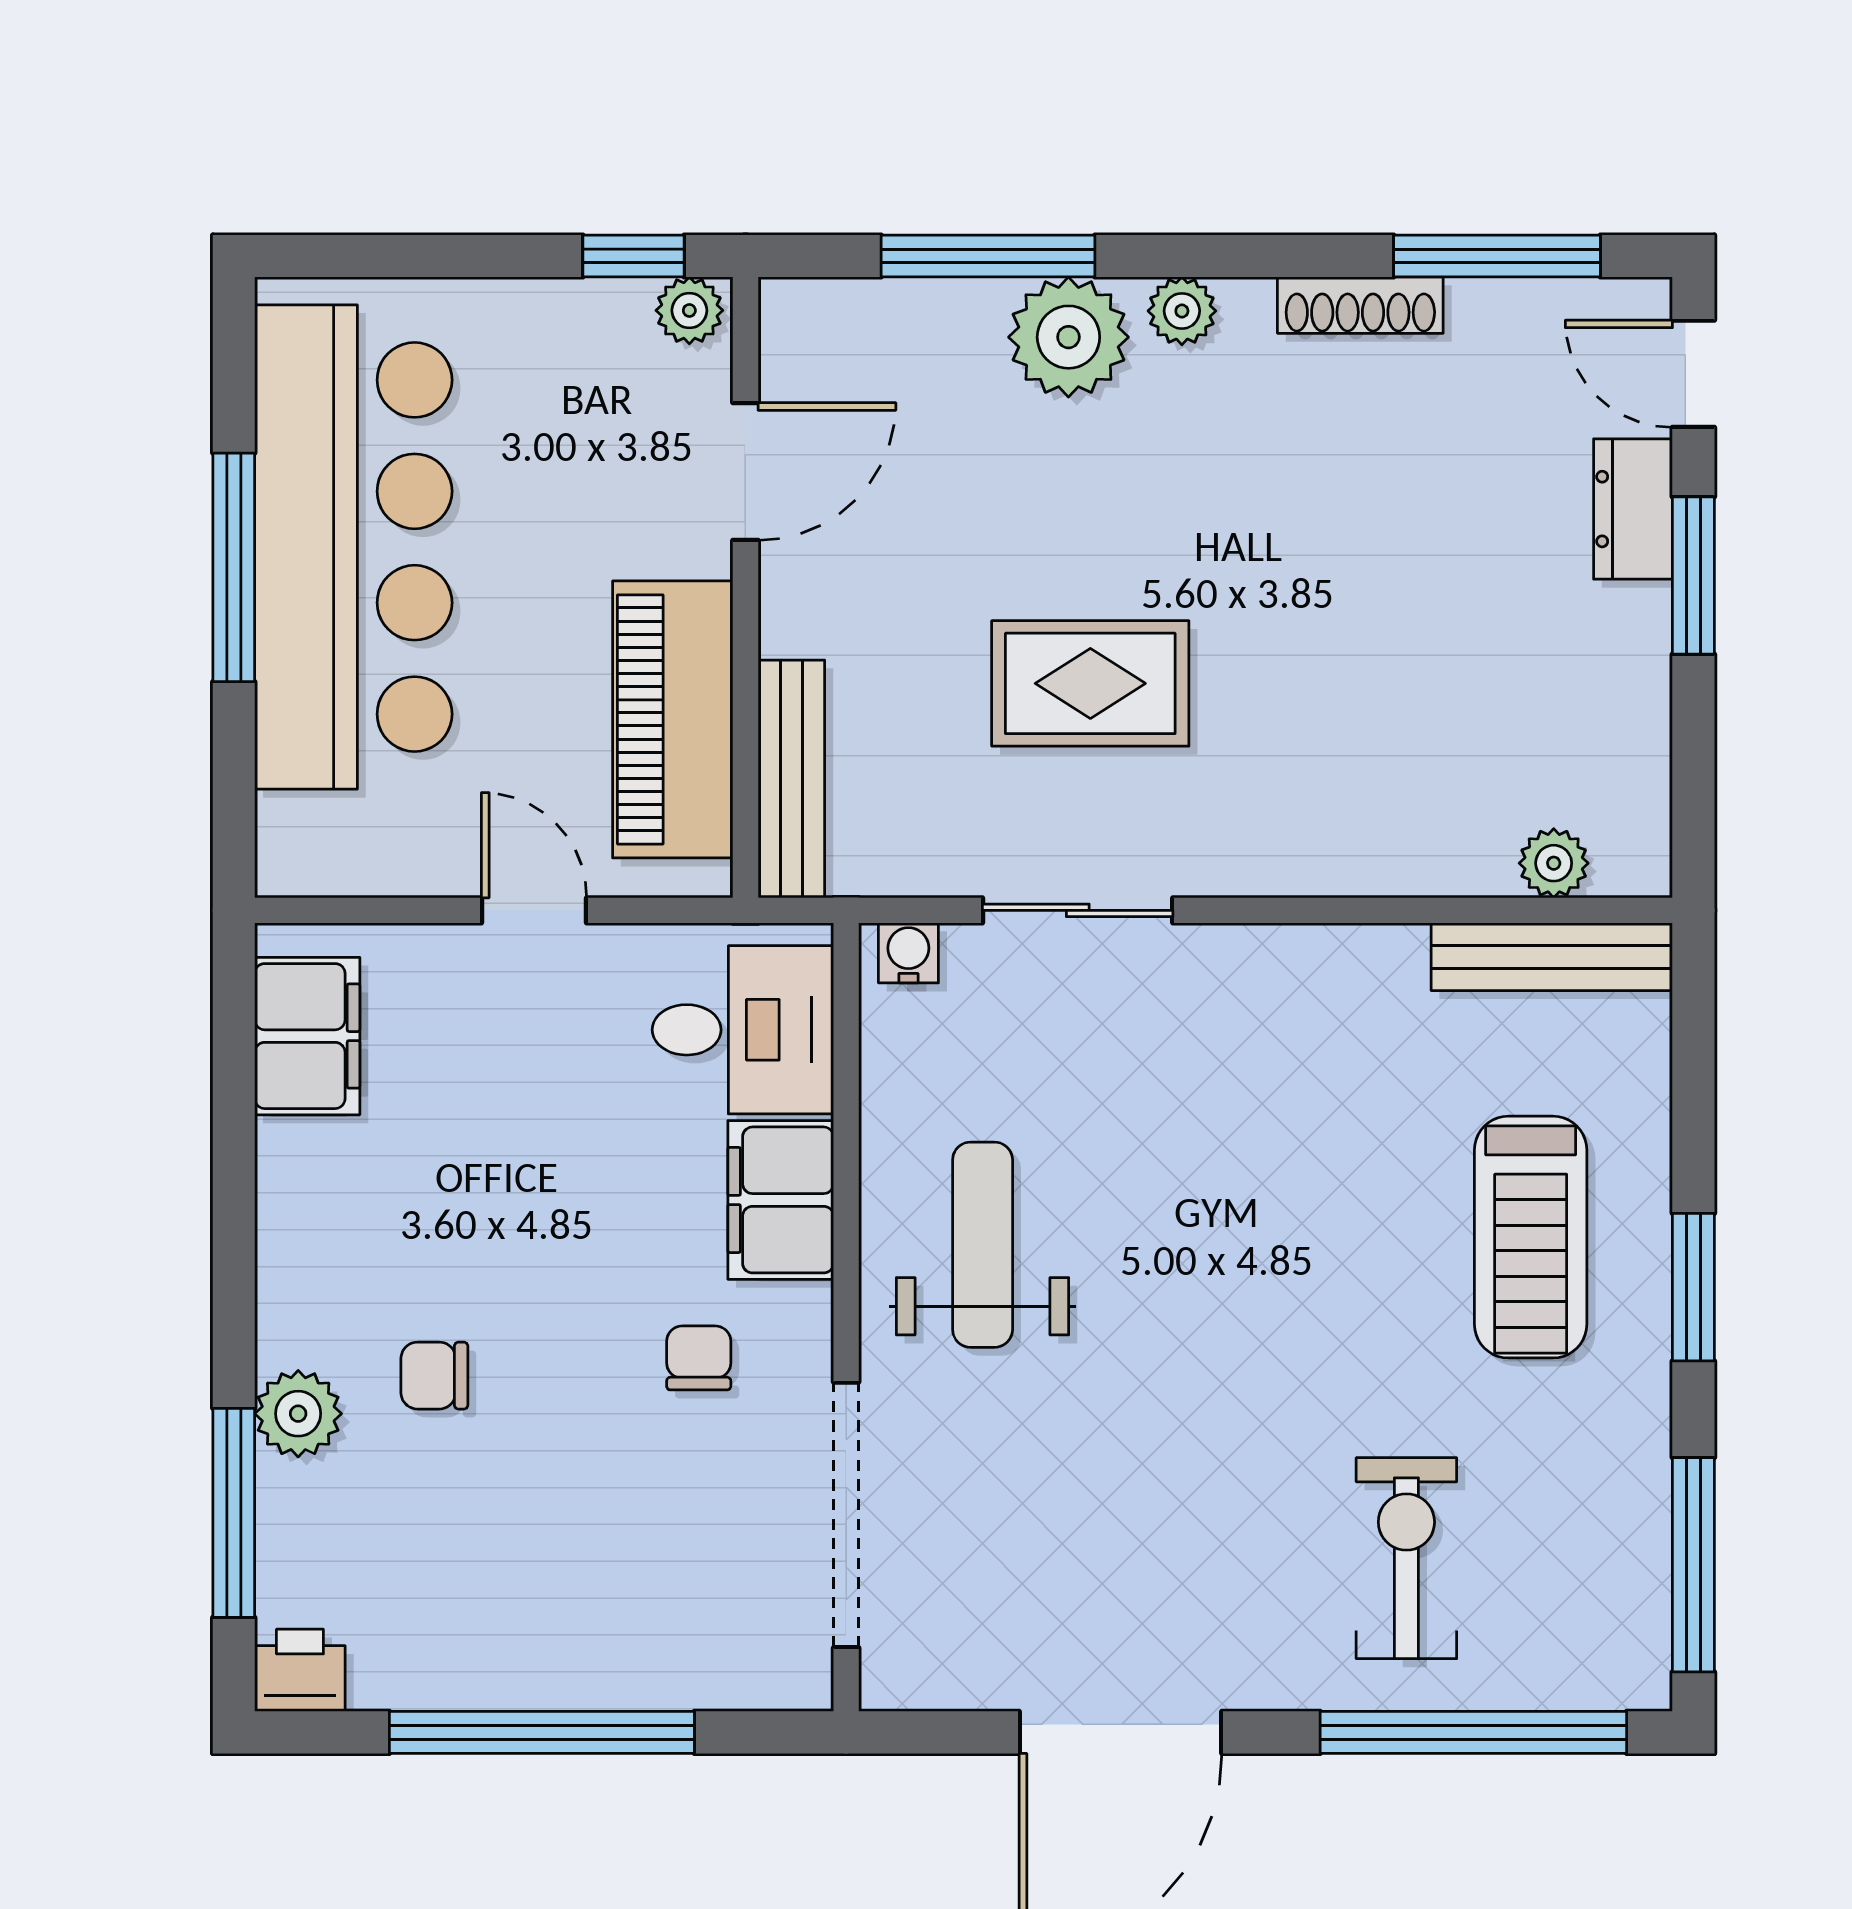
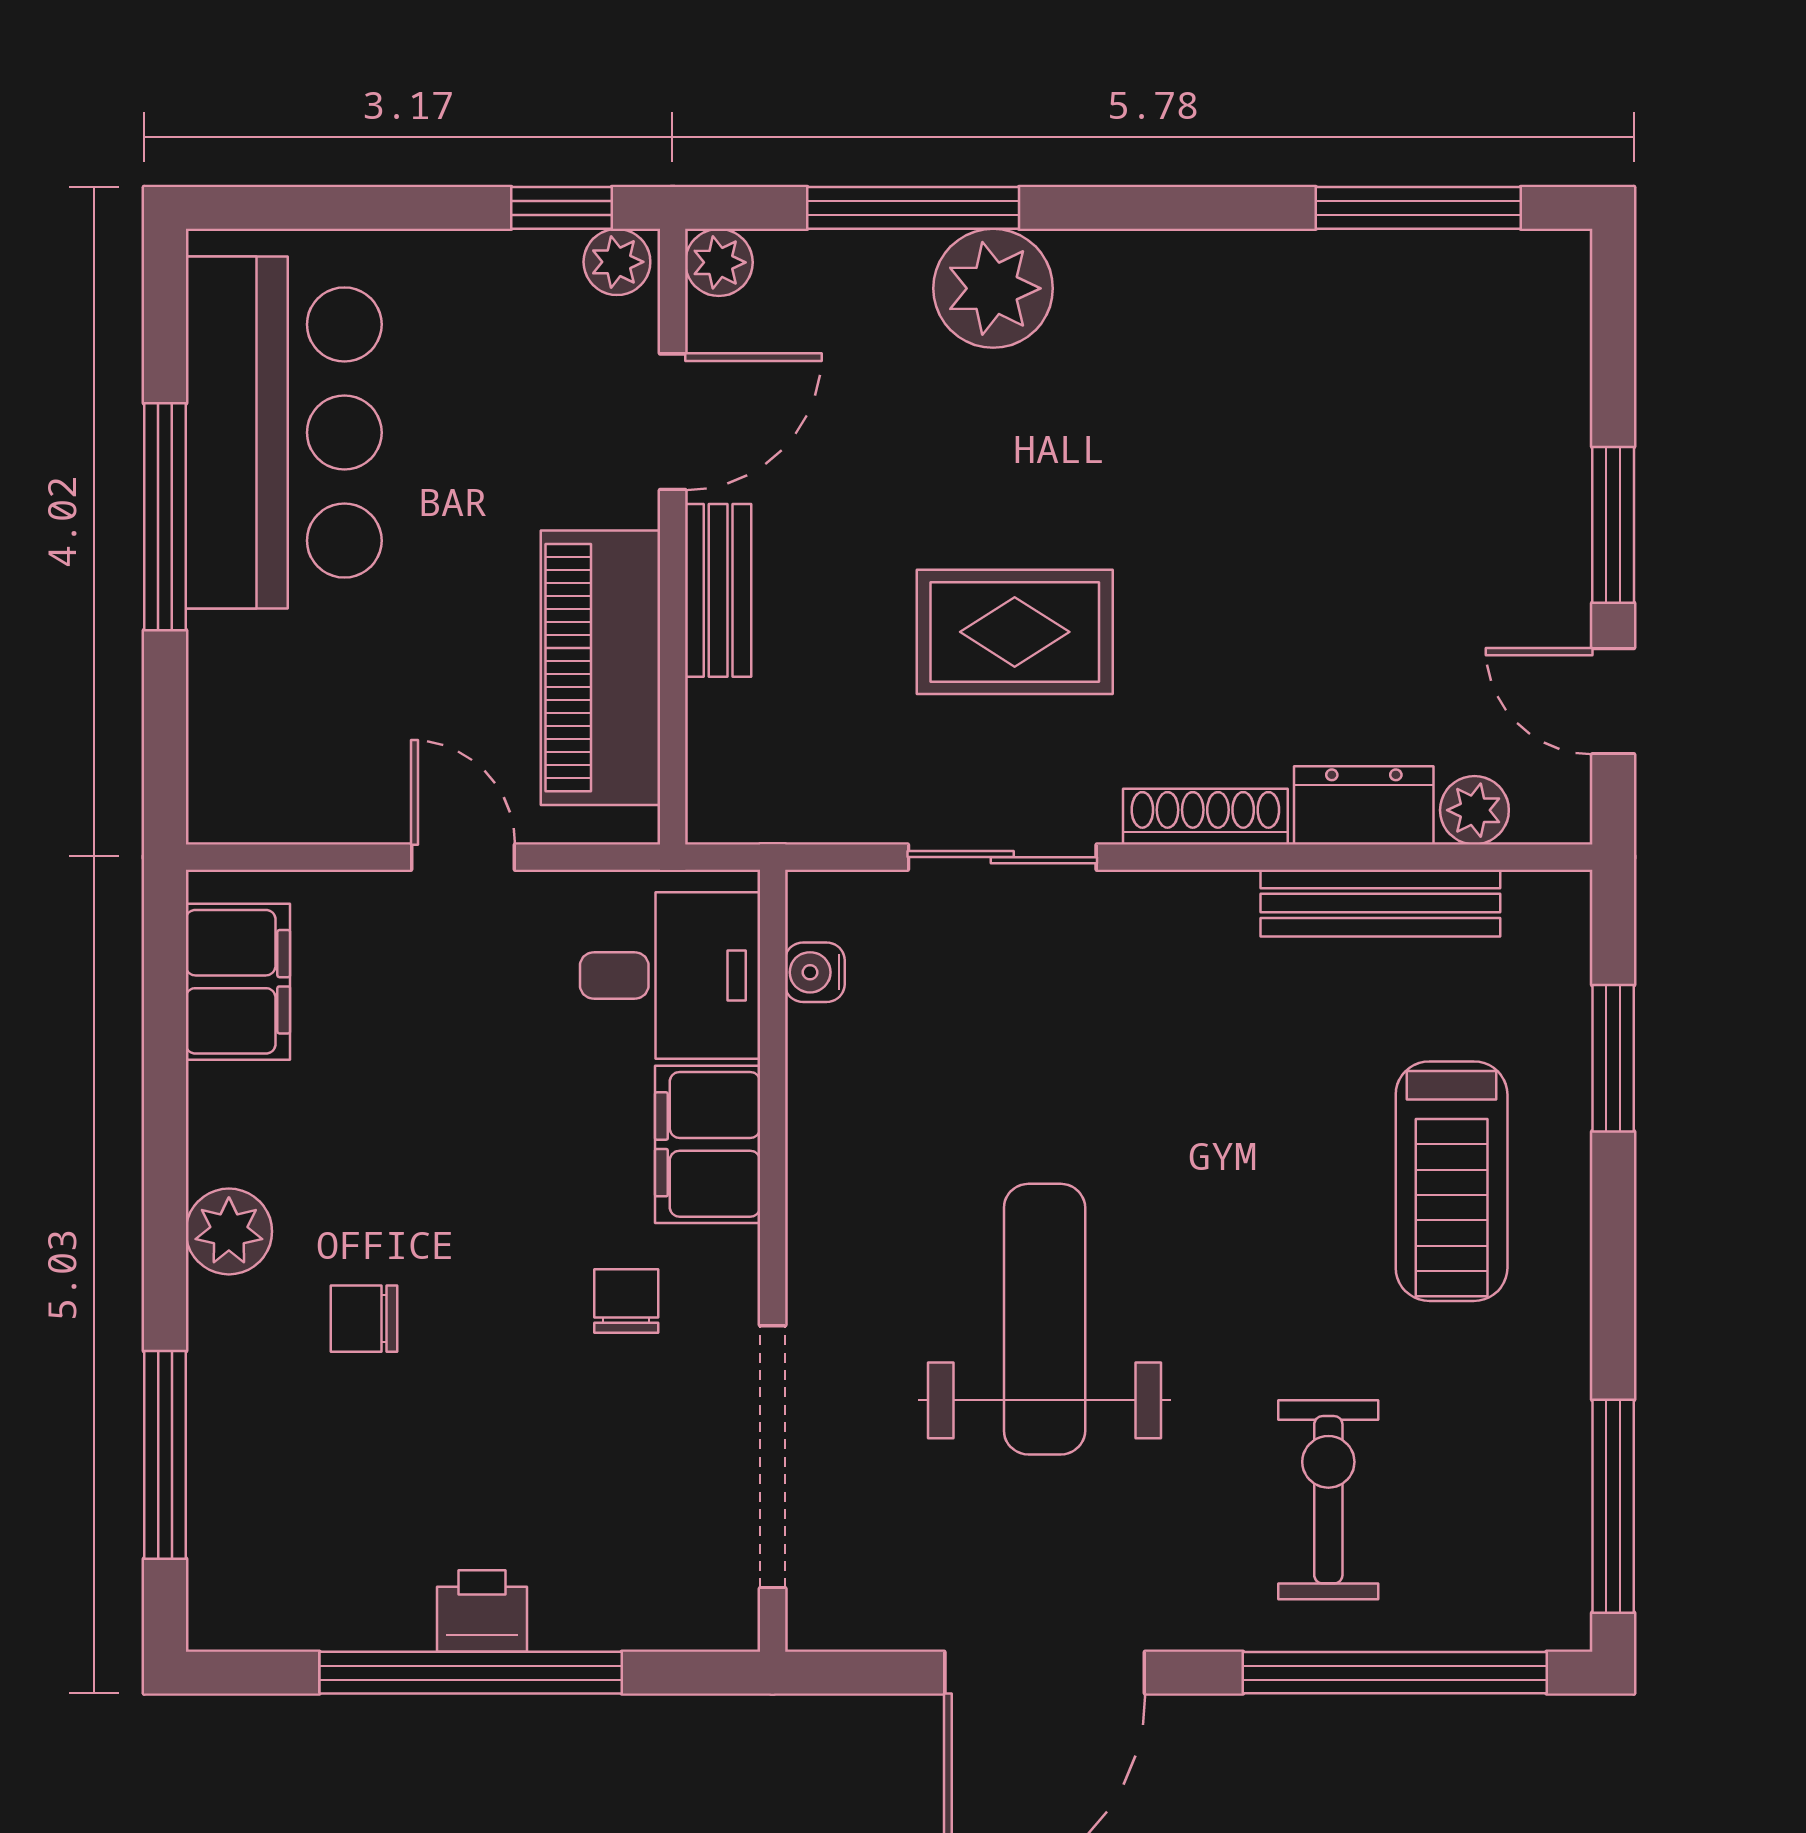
shoe rack: (1360, 305) -> (1205, 817), moved, turned 180
plant: (1182, 311) -> (719, 262), moved
door: (1693, 374) -> (1613, 701), moved
dresser: (1633, 509) -> (1364, 805), moved, turned 90
bar counter: (353, 547) -> (284, 433), width x0.73
bench: (791, 779) -> (718, 590), moved, width x0.73
water cooler: (908, 953) -> (815, 972), moved, turned -90
bench: (1552, 957) -> (1380, 903), moved
weight bench: (983, 1245) -> (1045, 1319), moved, width x1.36, depth x1.33
window: (1693, 1287) -> (1613, 1058), moved
plant: (298, 1414) -> (229, 1231), moved
printer: (300, 1670) -> (482, 1611), moved

